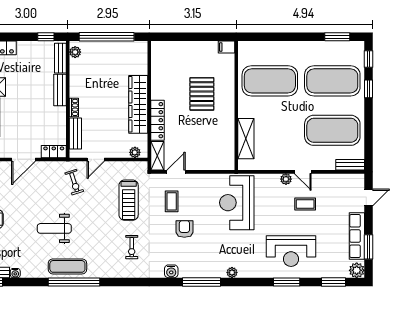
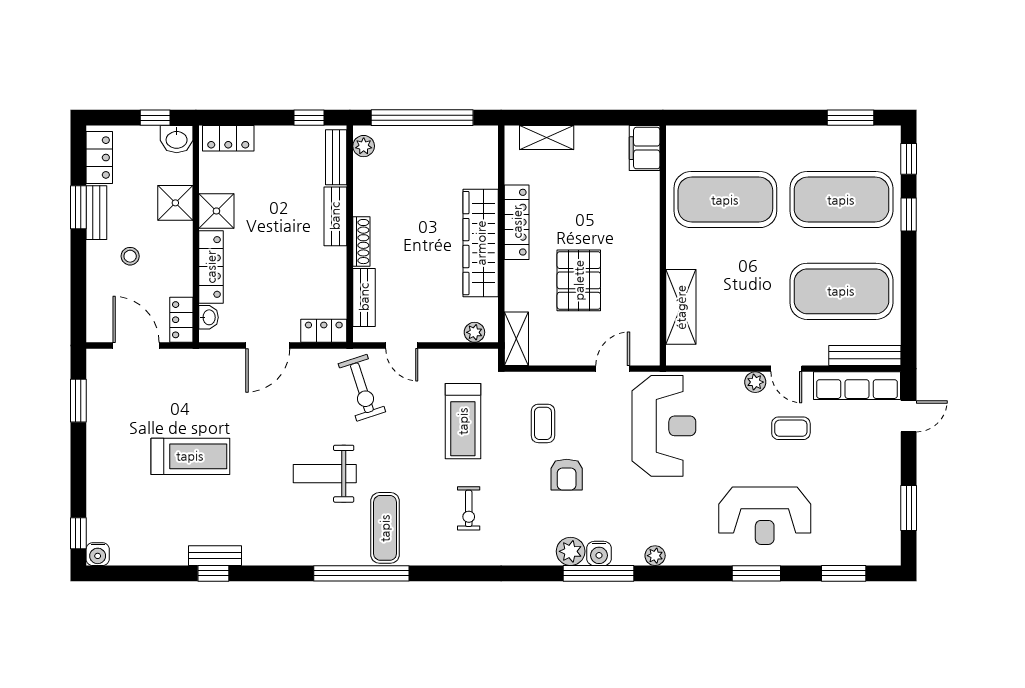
shelving: (174, 47) -> (547, 137), added
filing cabinet: (226, 47) -> (645, 148), width x2.00
pallet: (202, 94) -> (579, 280), moved
shoe rack: (74, 107) -> (361, 242), width x1.43
locker: (158, 120) -> (517, 222), moved
door: (96, 159) -> (402, 345), hinge flipped
bench: (350, 165) -> (865, 355), width x1.36
door: (176, 172) -> (613, 369), moved
exercise bike: (74, 182) -> (362, 388), width x1.38, depth x1.39
reception desk: (237, 203) -> (664, 426), turned 180
armchair: (184, 229) -> (567, 475), turned 180
row of seats: (357, 236) -> (857, 386), moved, turned -90
exercise mat: (67, 266) -> (385, 528), moved, turned 90
plant: (357, 270) -> (571, 551), moved
water cooler: (171, 271) -> (599, 553), moved
water cooler: (15, 273) -> (252, 557), removed

